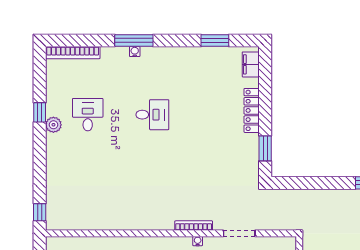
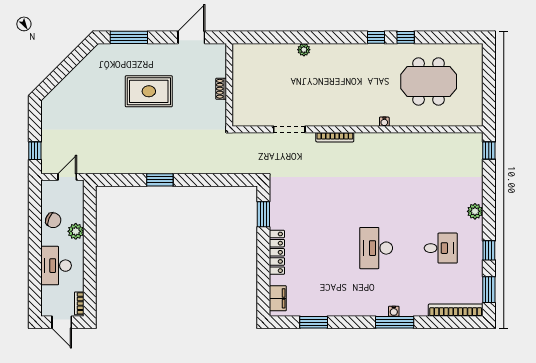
window: (40, 73) -> (489, 290), added
desk: (88, 115) -> (441, 248), turned -90
desk: (152, 115) -> (376, 248), width x1.37
plant: (53, 125) -> (475, 211), moved
water cooler: (198, 241) -> (384, 122), moved

